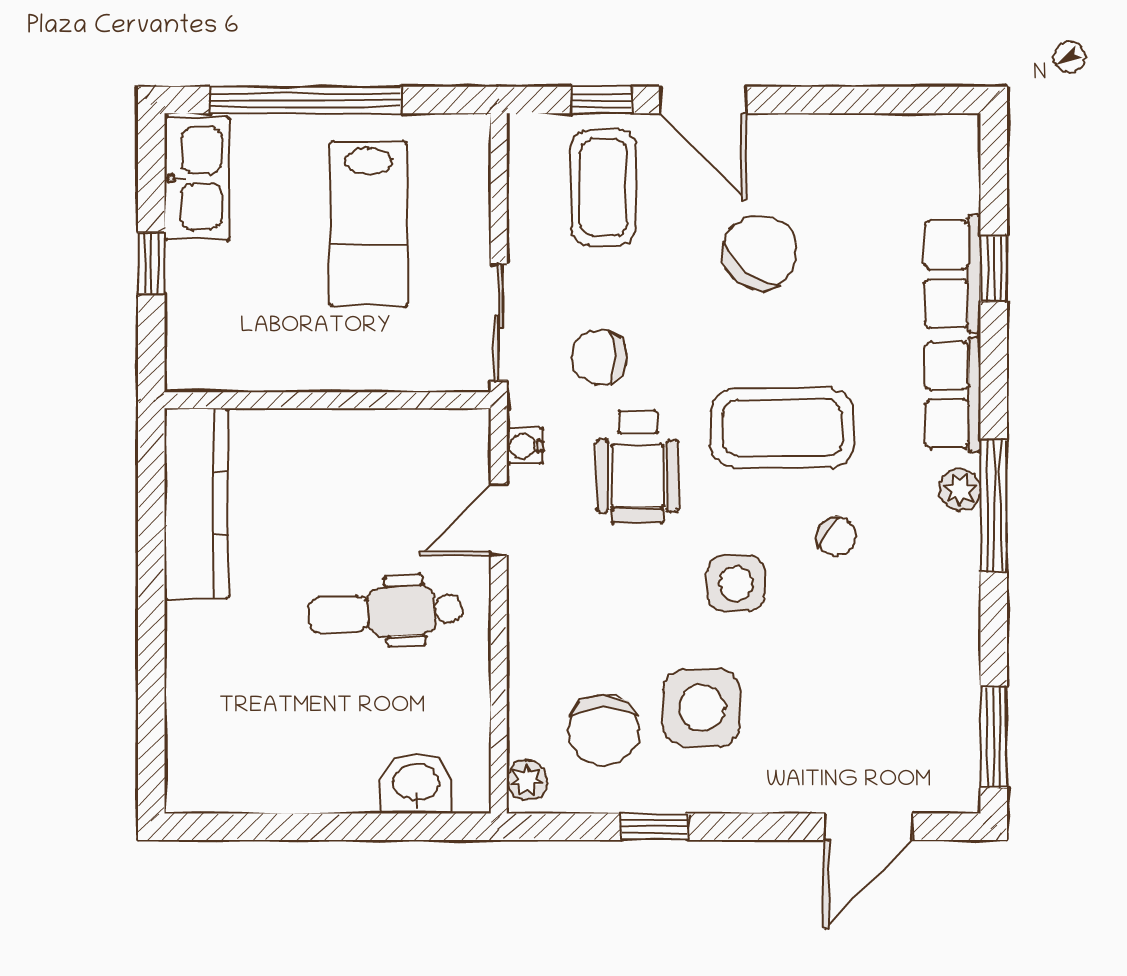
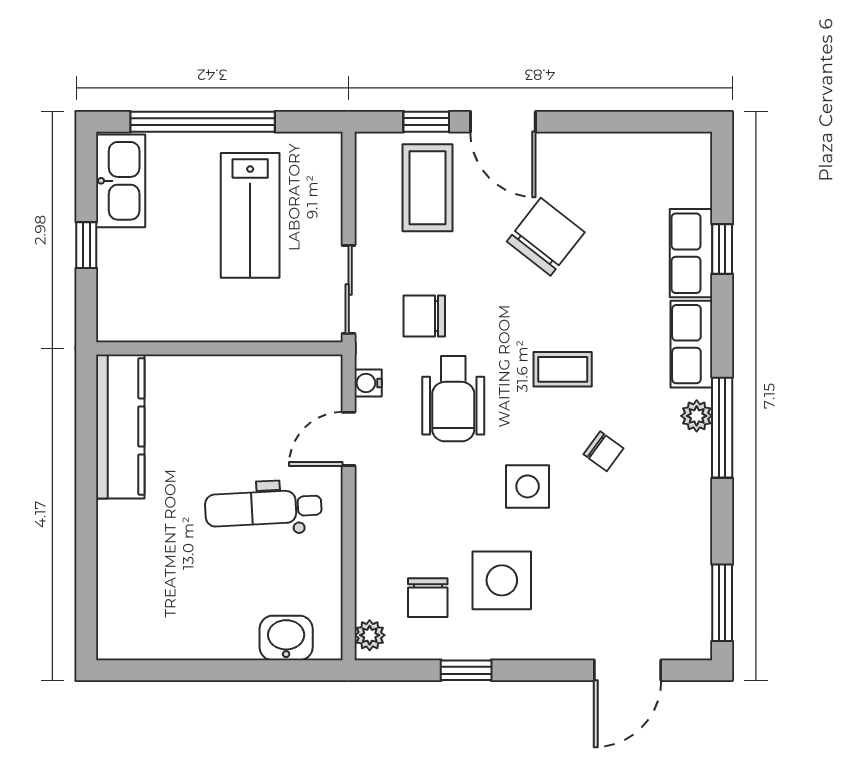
coffee table: (782, 428) -> (563, 369), width x0.54, depth x0.58
chair: (604, 730) -> (428, 598), width x0.73, depth x0.73

